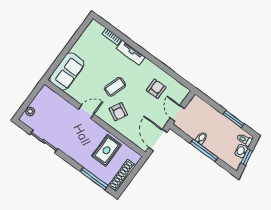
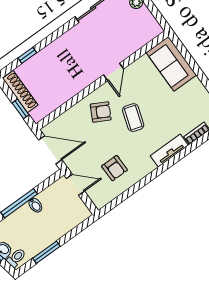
armchair: (118, 112) -> (101, 112), turned 180
rug: (107, 150) -> (57, 82), removed
window: (135, 171) -> (21, 109), added
window: (94, 179) -> (27, 55), width x0.46

